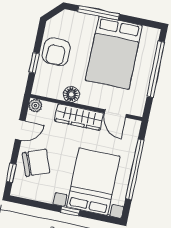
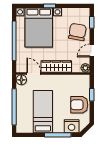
nightstand: (75, 22) -> (72, 126), added
armchair: (56, 52) -> (79, 105), turned -90
bed: (114, 53) -> (43, 112), width x0.67
floor lamp: (71, 94) -> (21, 80), moved
chair: (36, 163) -> (77, 32), turned 121

